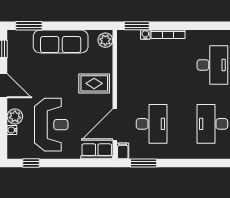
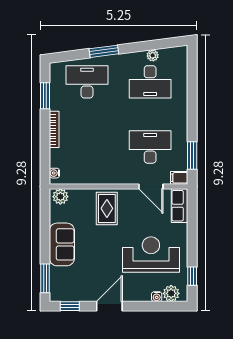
window: (137, 26) -> (45, 96), moved
water cooler: (145, 35) -> (54, 173), moved
sofa: (61, 42) -> (62, 244), width x0.73
plant: (15, 116) -> (171, 293), moved
door: (115, 124) -> (151, 186), width x0.73

